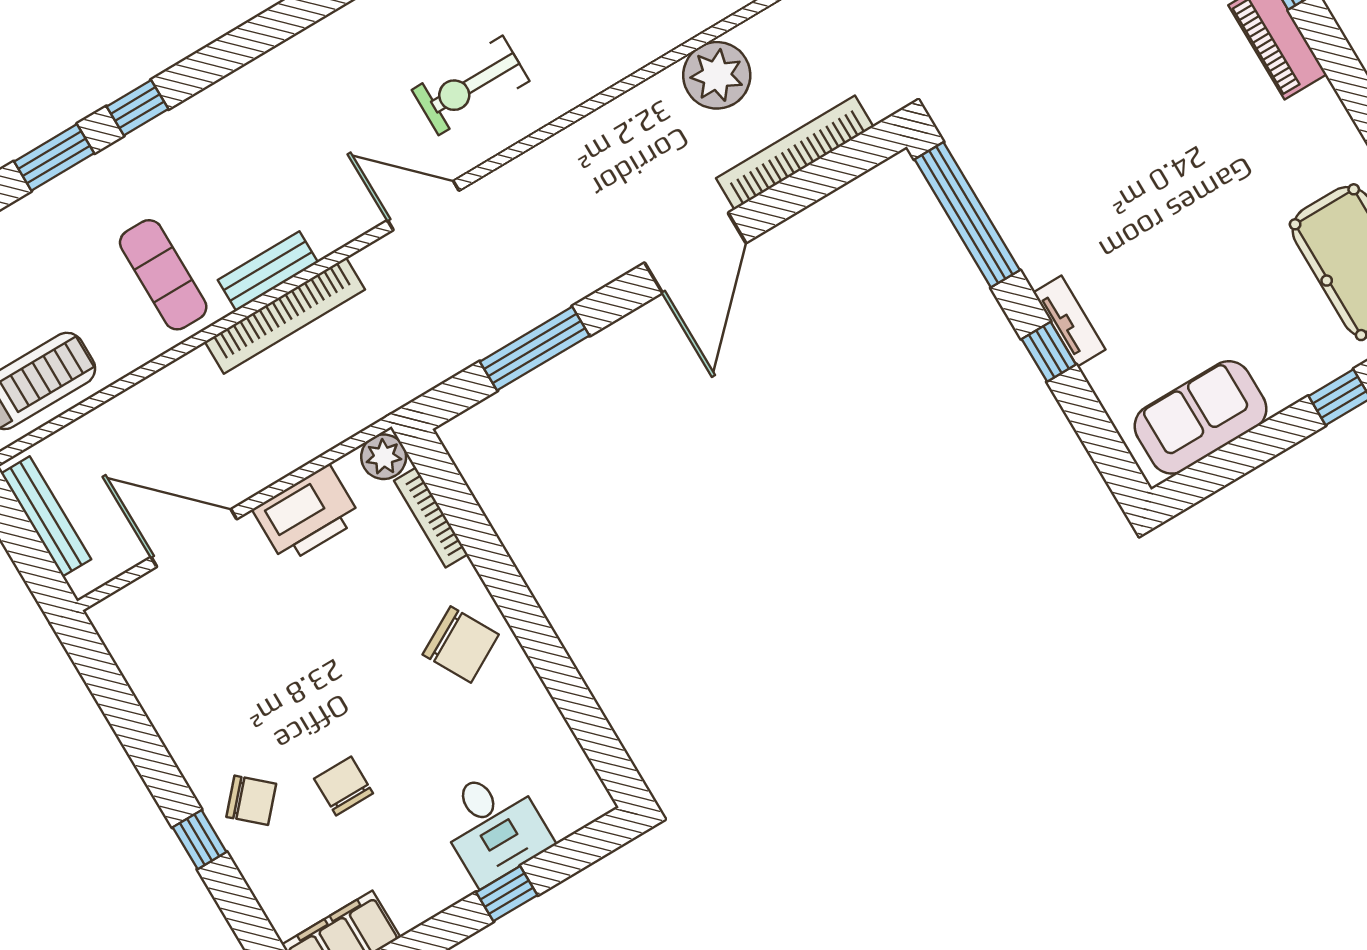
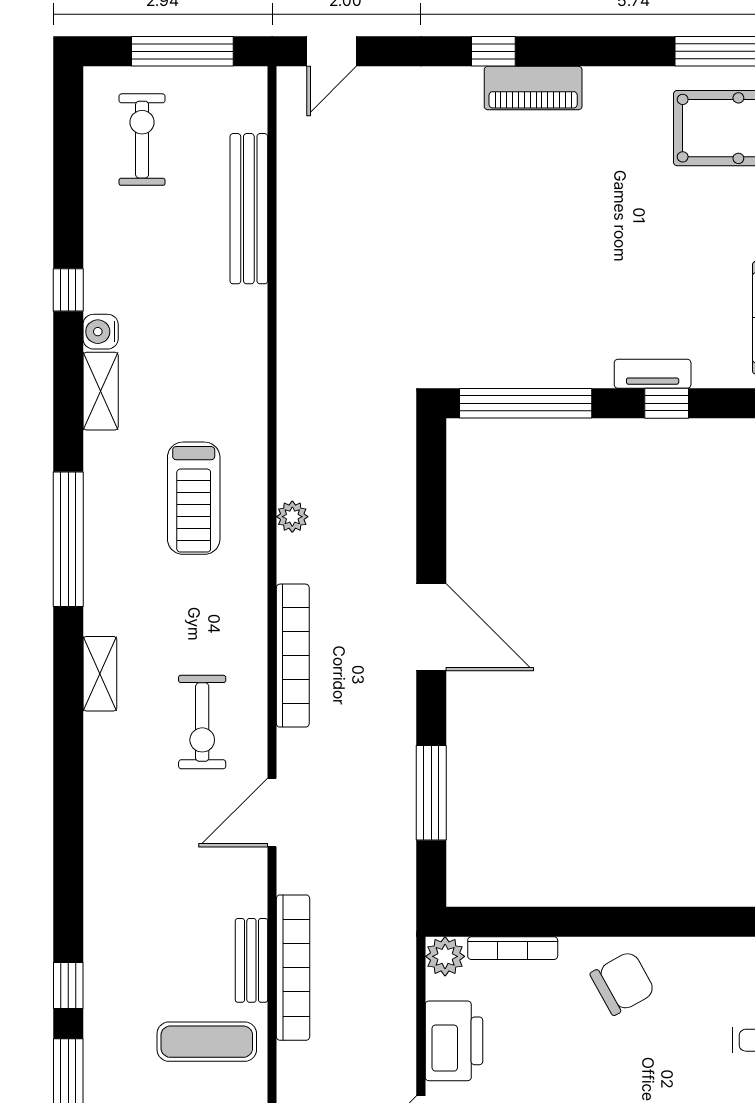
plant: (717, 75) -> (292, 517), width x0.53, depth x0.53
bookcase: (795, 153) -> (293, 656), moved, turned 180

